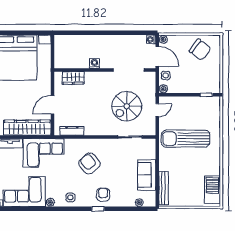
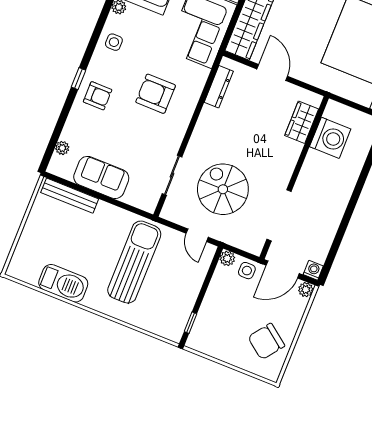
washing machine: (94, 63) -> (330, 138), moved, width x1.89, depth x1.89
armchair: (89, 164) -> (156, 94), turned -140
barbecue: (212, 190) -> (63, 283), moved

